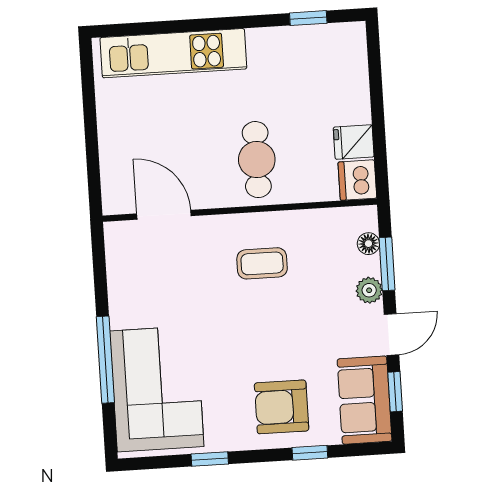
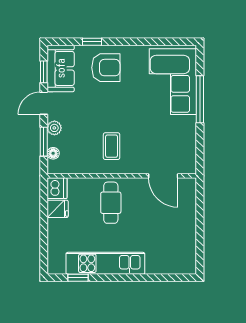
kitchen unit: (173, 53) -> (105, 263), moved
coffee table: (262, 263) -> (112, 146), turned 90
window: (210, 459) -> (147, 42), removed

